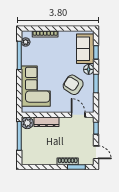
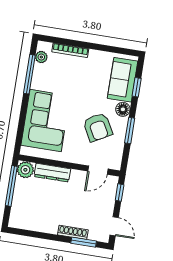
armchair: (73, 85) -> (98, 127), turned -152
door: (78, 115) -> (98, 170), swing flipped

